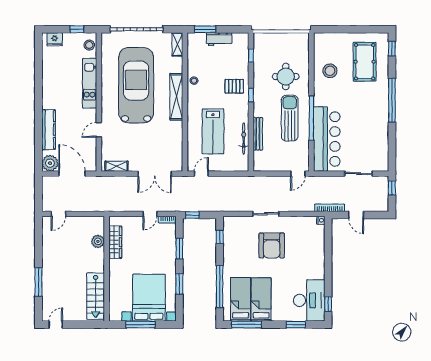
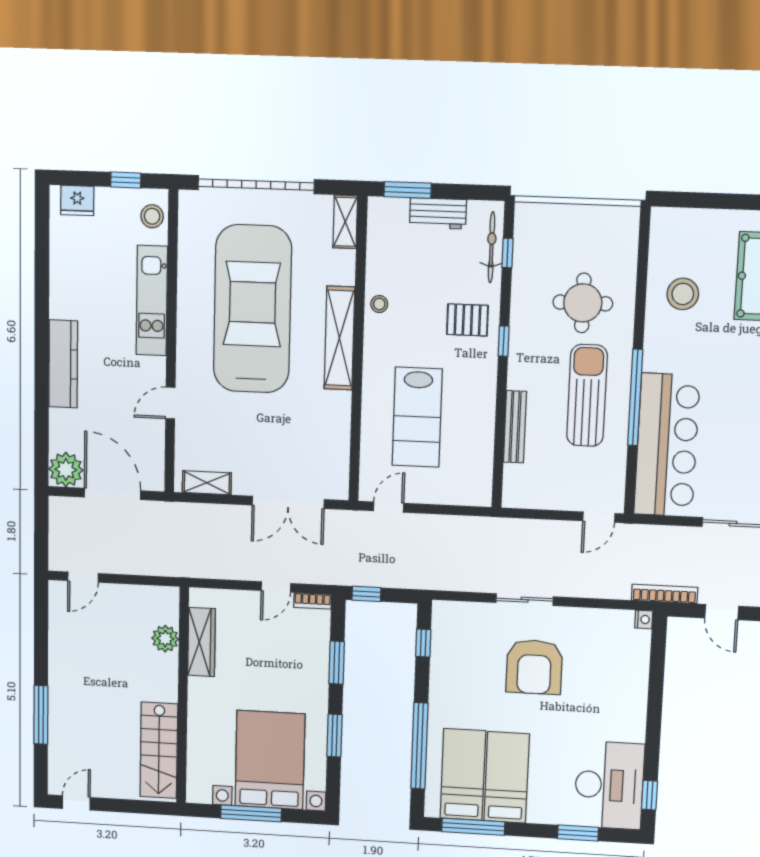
kitchen counter: (48, 130) -> (63, 364), moved
bicycle: (244, 138) -> (491, 247), moved

